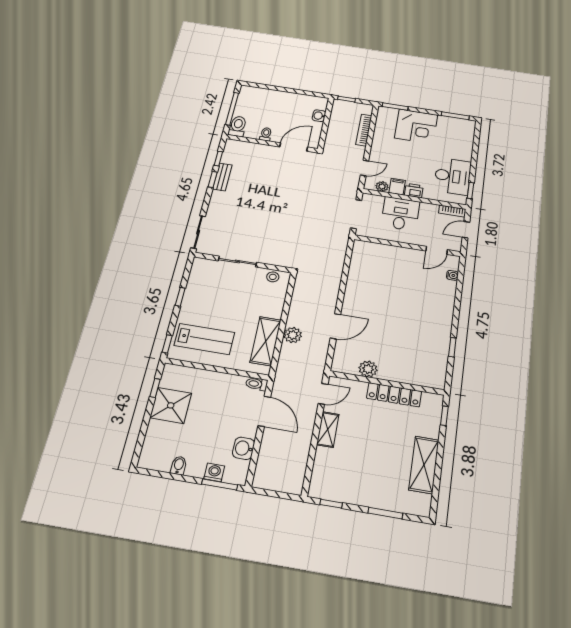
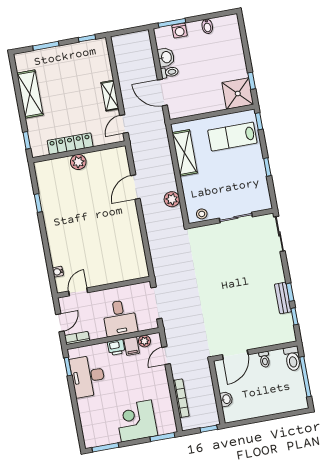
plant: (293, 335) -> (172, 199), moved
plant: (368, 369) -> (78, 162), moved
toilet: (257, 384) -> (170, 72), moved
shower: (171, 405) -> (238, 93), moved

